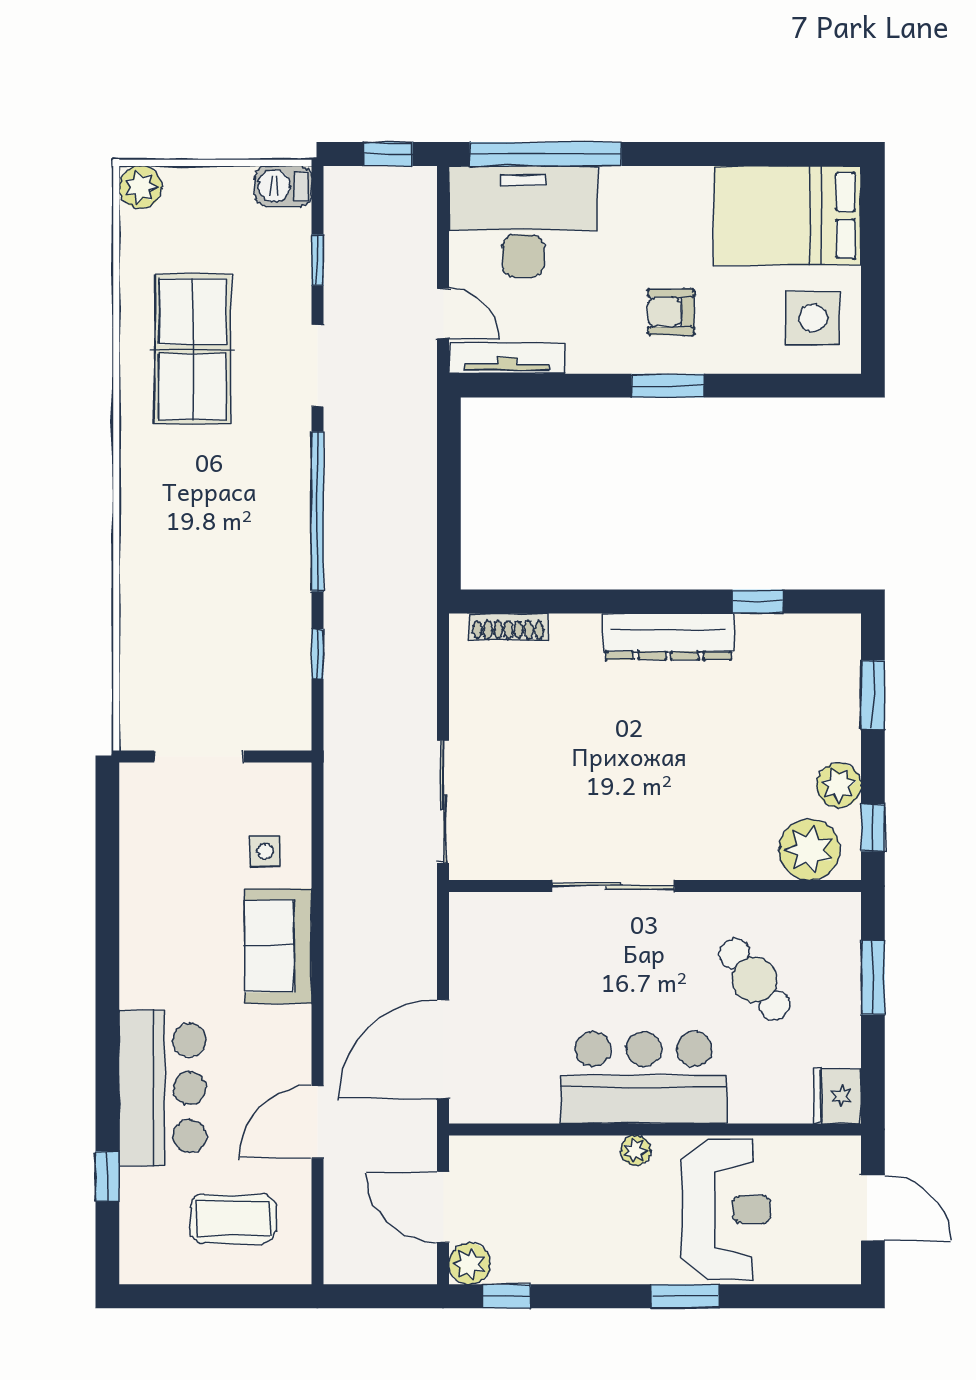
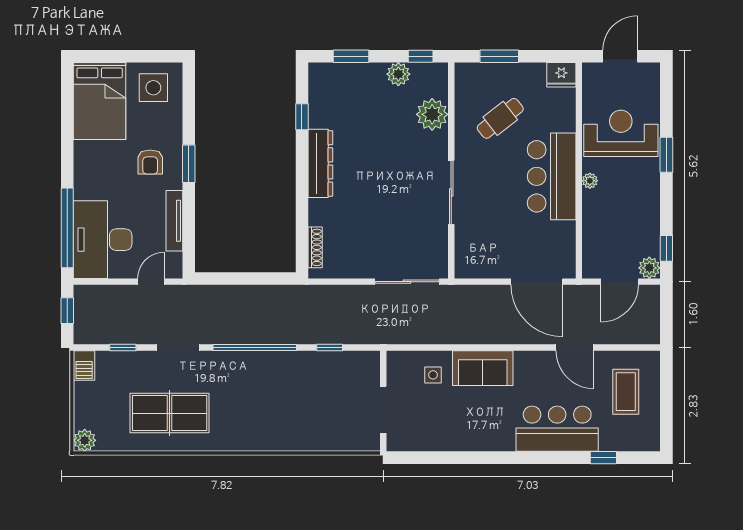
tv unit: (507, 358) -> (174, 221), moved
plant: (809, 850) -> (432, 114), moved

